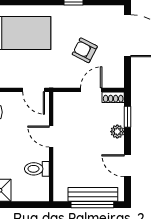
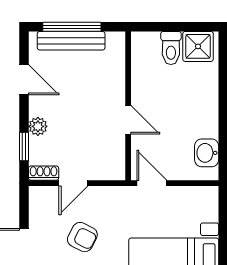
toilet: (37, 169) -> (171, 48), moved, turned 90

